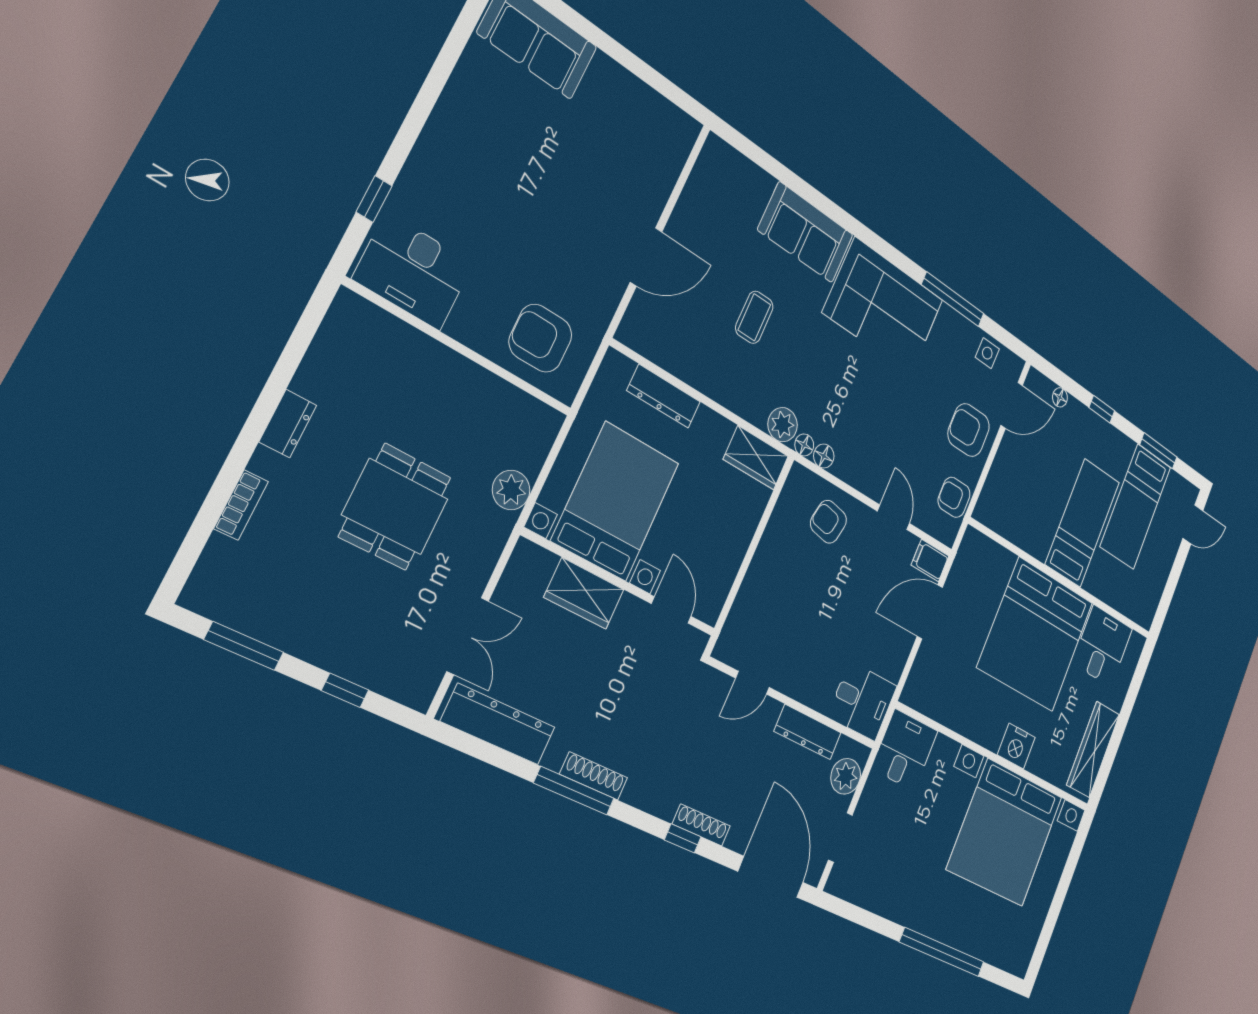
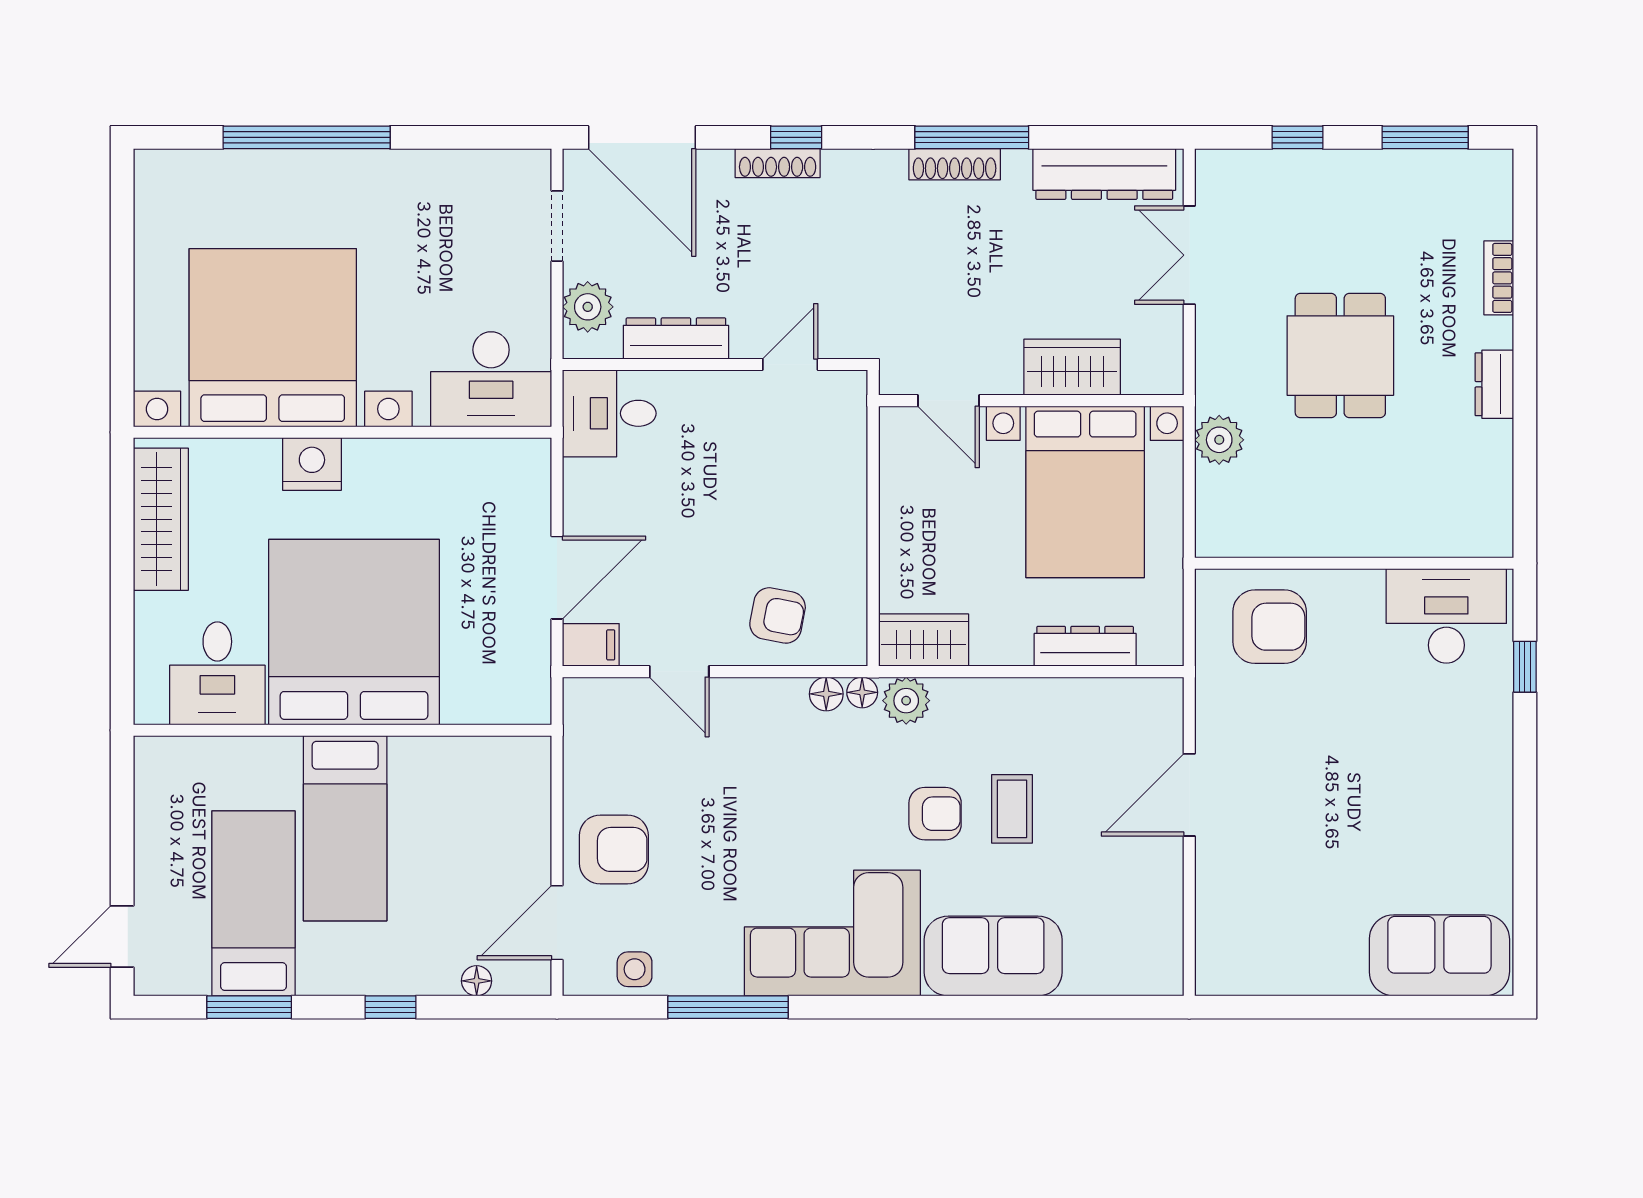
armchair: (954, 497) -> (935, 814), moved
desk: (905, 750) -> (491, 379), width x1.37

